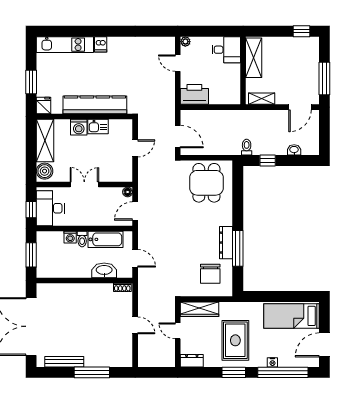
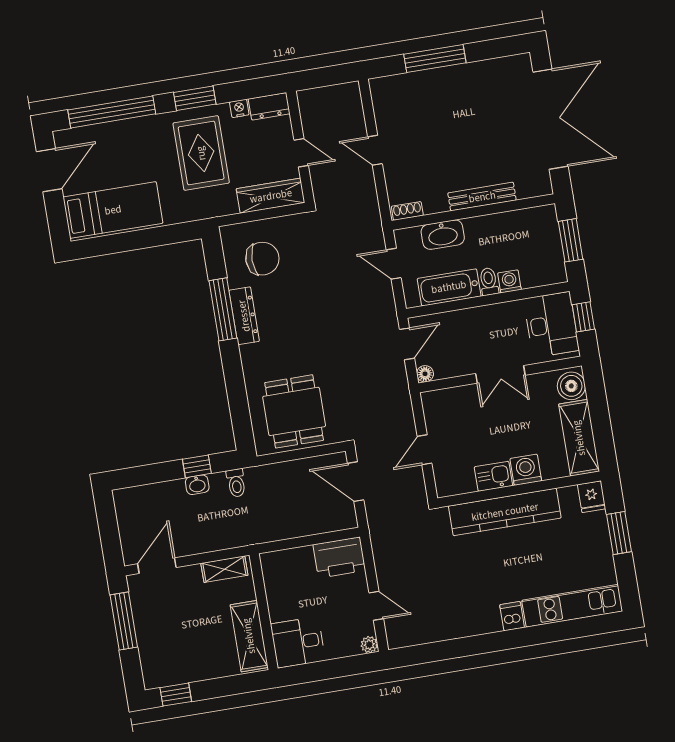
washbasin: (294, 150) -> (197, 485), moved
chair: (210, 274) -> (262, 259), turned 90
bench: (64, 362) -> (482, 197), moved
nightstand: (272, 362) -> (239, 108), moved

